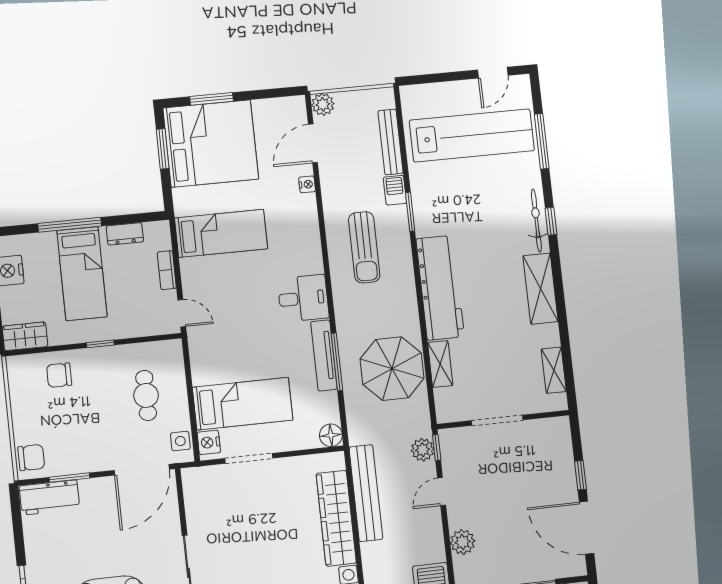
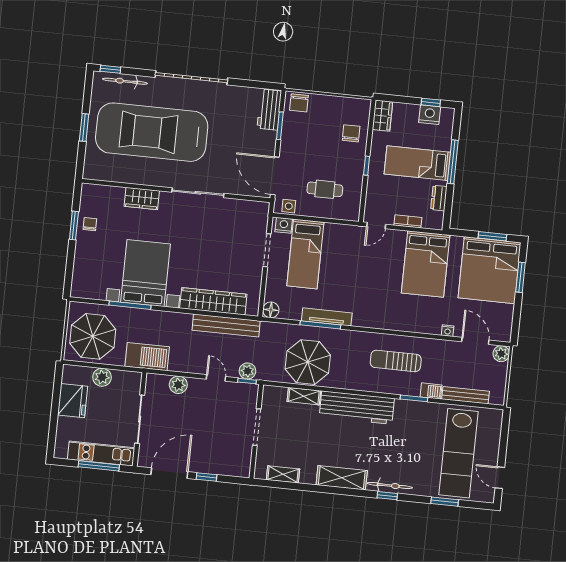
window: (542, 141) -> (445, 502), width x0.69
bed: (221, 233) -> (426, 264), width x1.50
desk: (303, 298) -> (369, 311), removed

